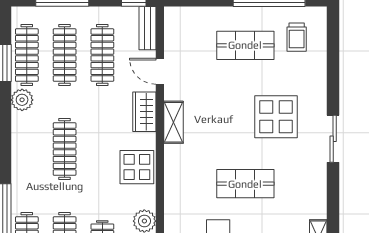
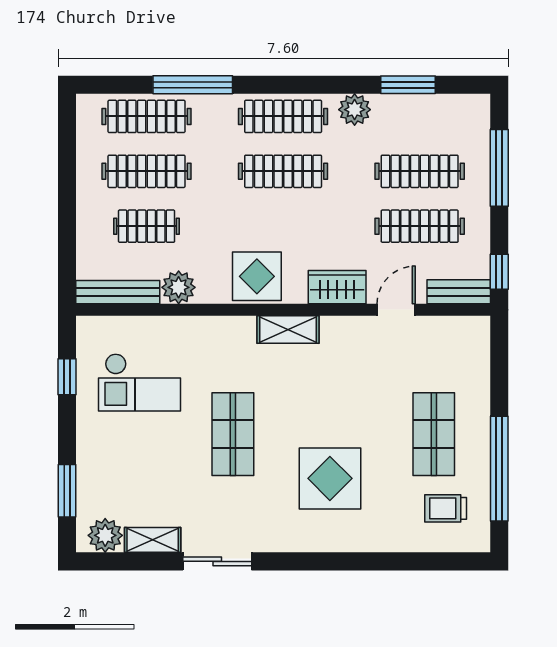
clothes rail: (27, 55) -> (283, 116), moved
shelving: (173, 122) -> (288, 330), moved
sliding door: (333, 139) -> (217, 561), moved

